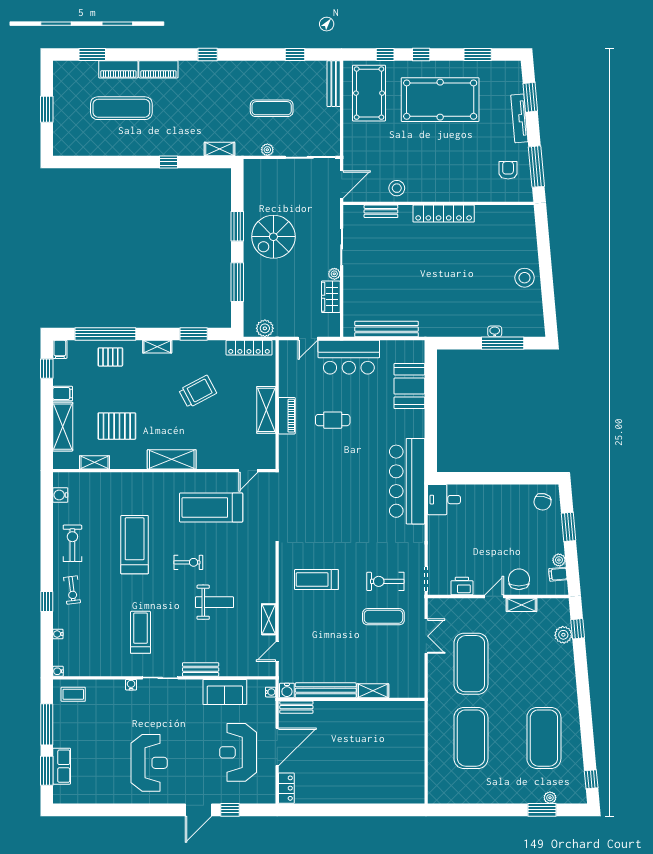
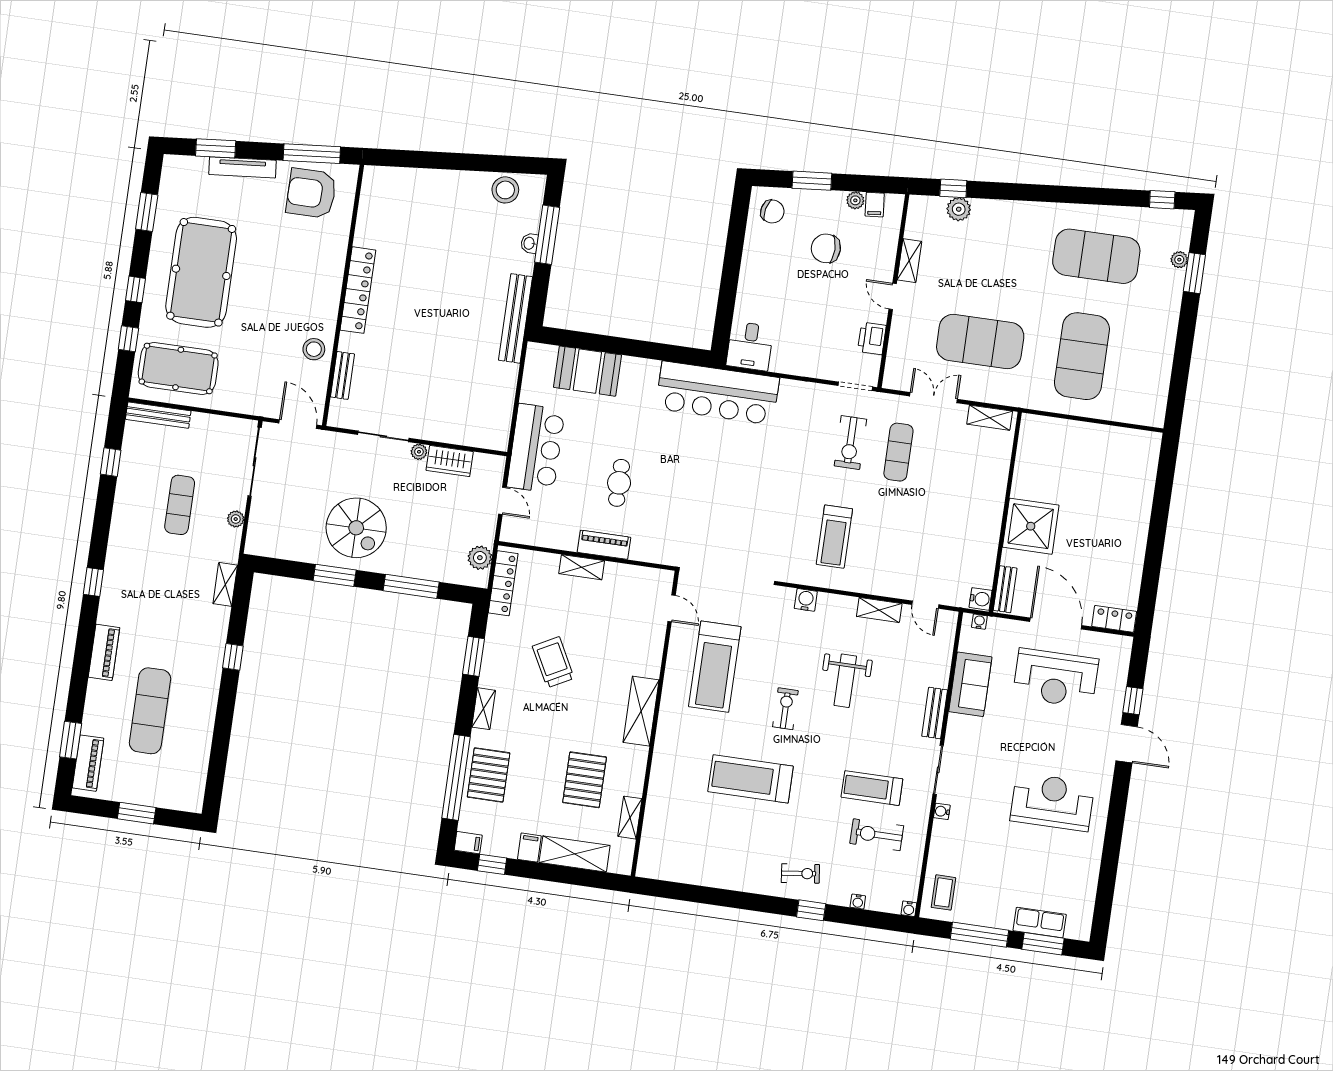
piano: (118, 69) -> (88, 763), moved
armchair: (508, 170) -> (311, 193), width x1.88, depth x1.88
stool: (525, 278) -> (505, 190), moved
bench: (387, 329) -> (515, 318), moved
pallet: (110, 357) -> (489, 775), width x1.50, depth x1.42
shelving: (266, 410) -> (582, 567), width x0.67, depth x0.75
water cooler: (60, 495) -> (806, 600), moved, turned 180
exercise bike: (72, 543) -> (877, 835), moved
chair: (519, 579) -> (826, 248), moved
weight bench: (214, 602) -> (845, 681), turned 180
bench: (326, 690) -> (988, 546), removed
shelving: (373, 691) -> (990, 418), moved, turned 90
shower: (344, 719) -> (1031, 526), added
exercise mat: (471, 738) -> (1082, 356), turned 90

